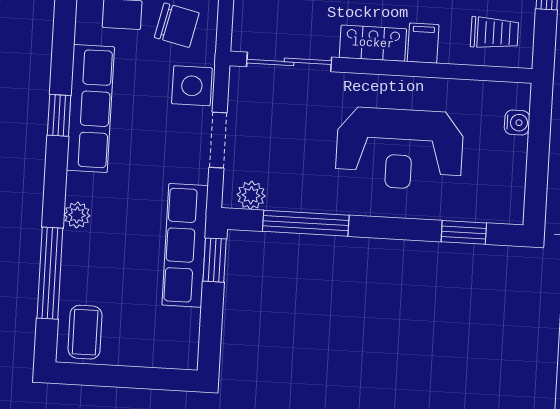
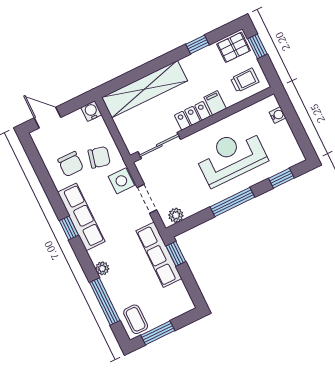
reception desk: (399, 149) -> (231, 157), turned 180
window: (306, 223) -> (232, 202), moved
window: (109, 376) -> (158, 333), added

